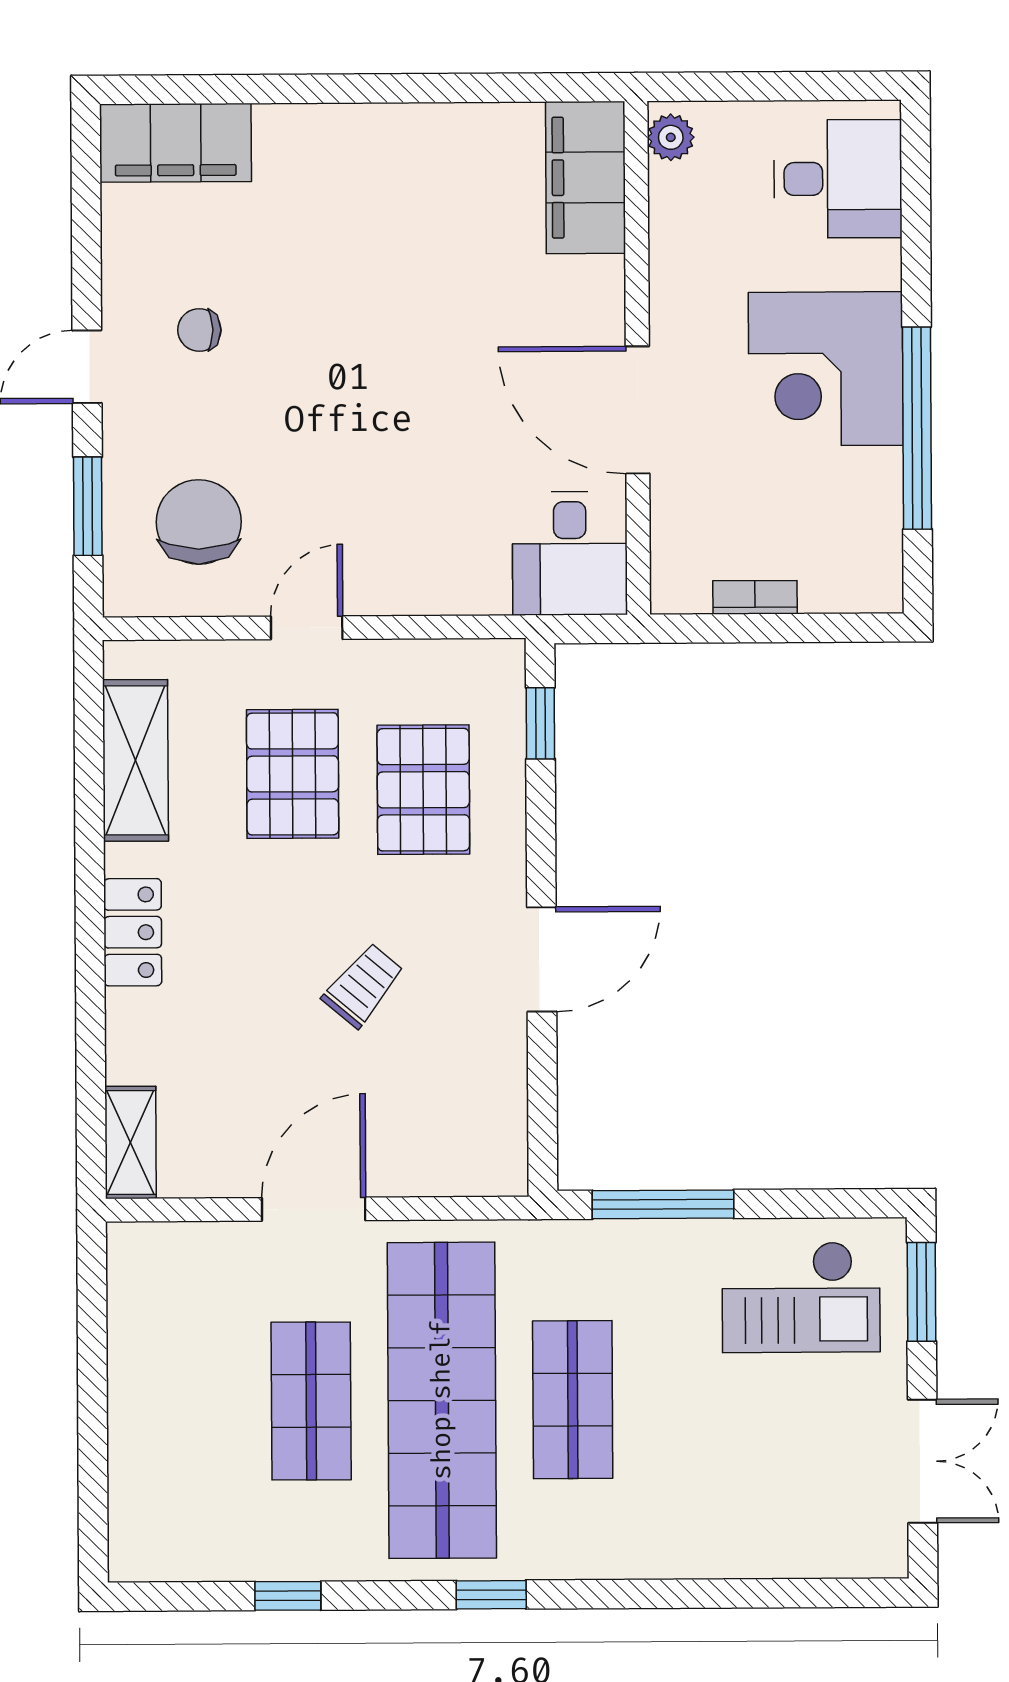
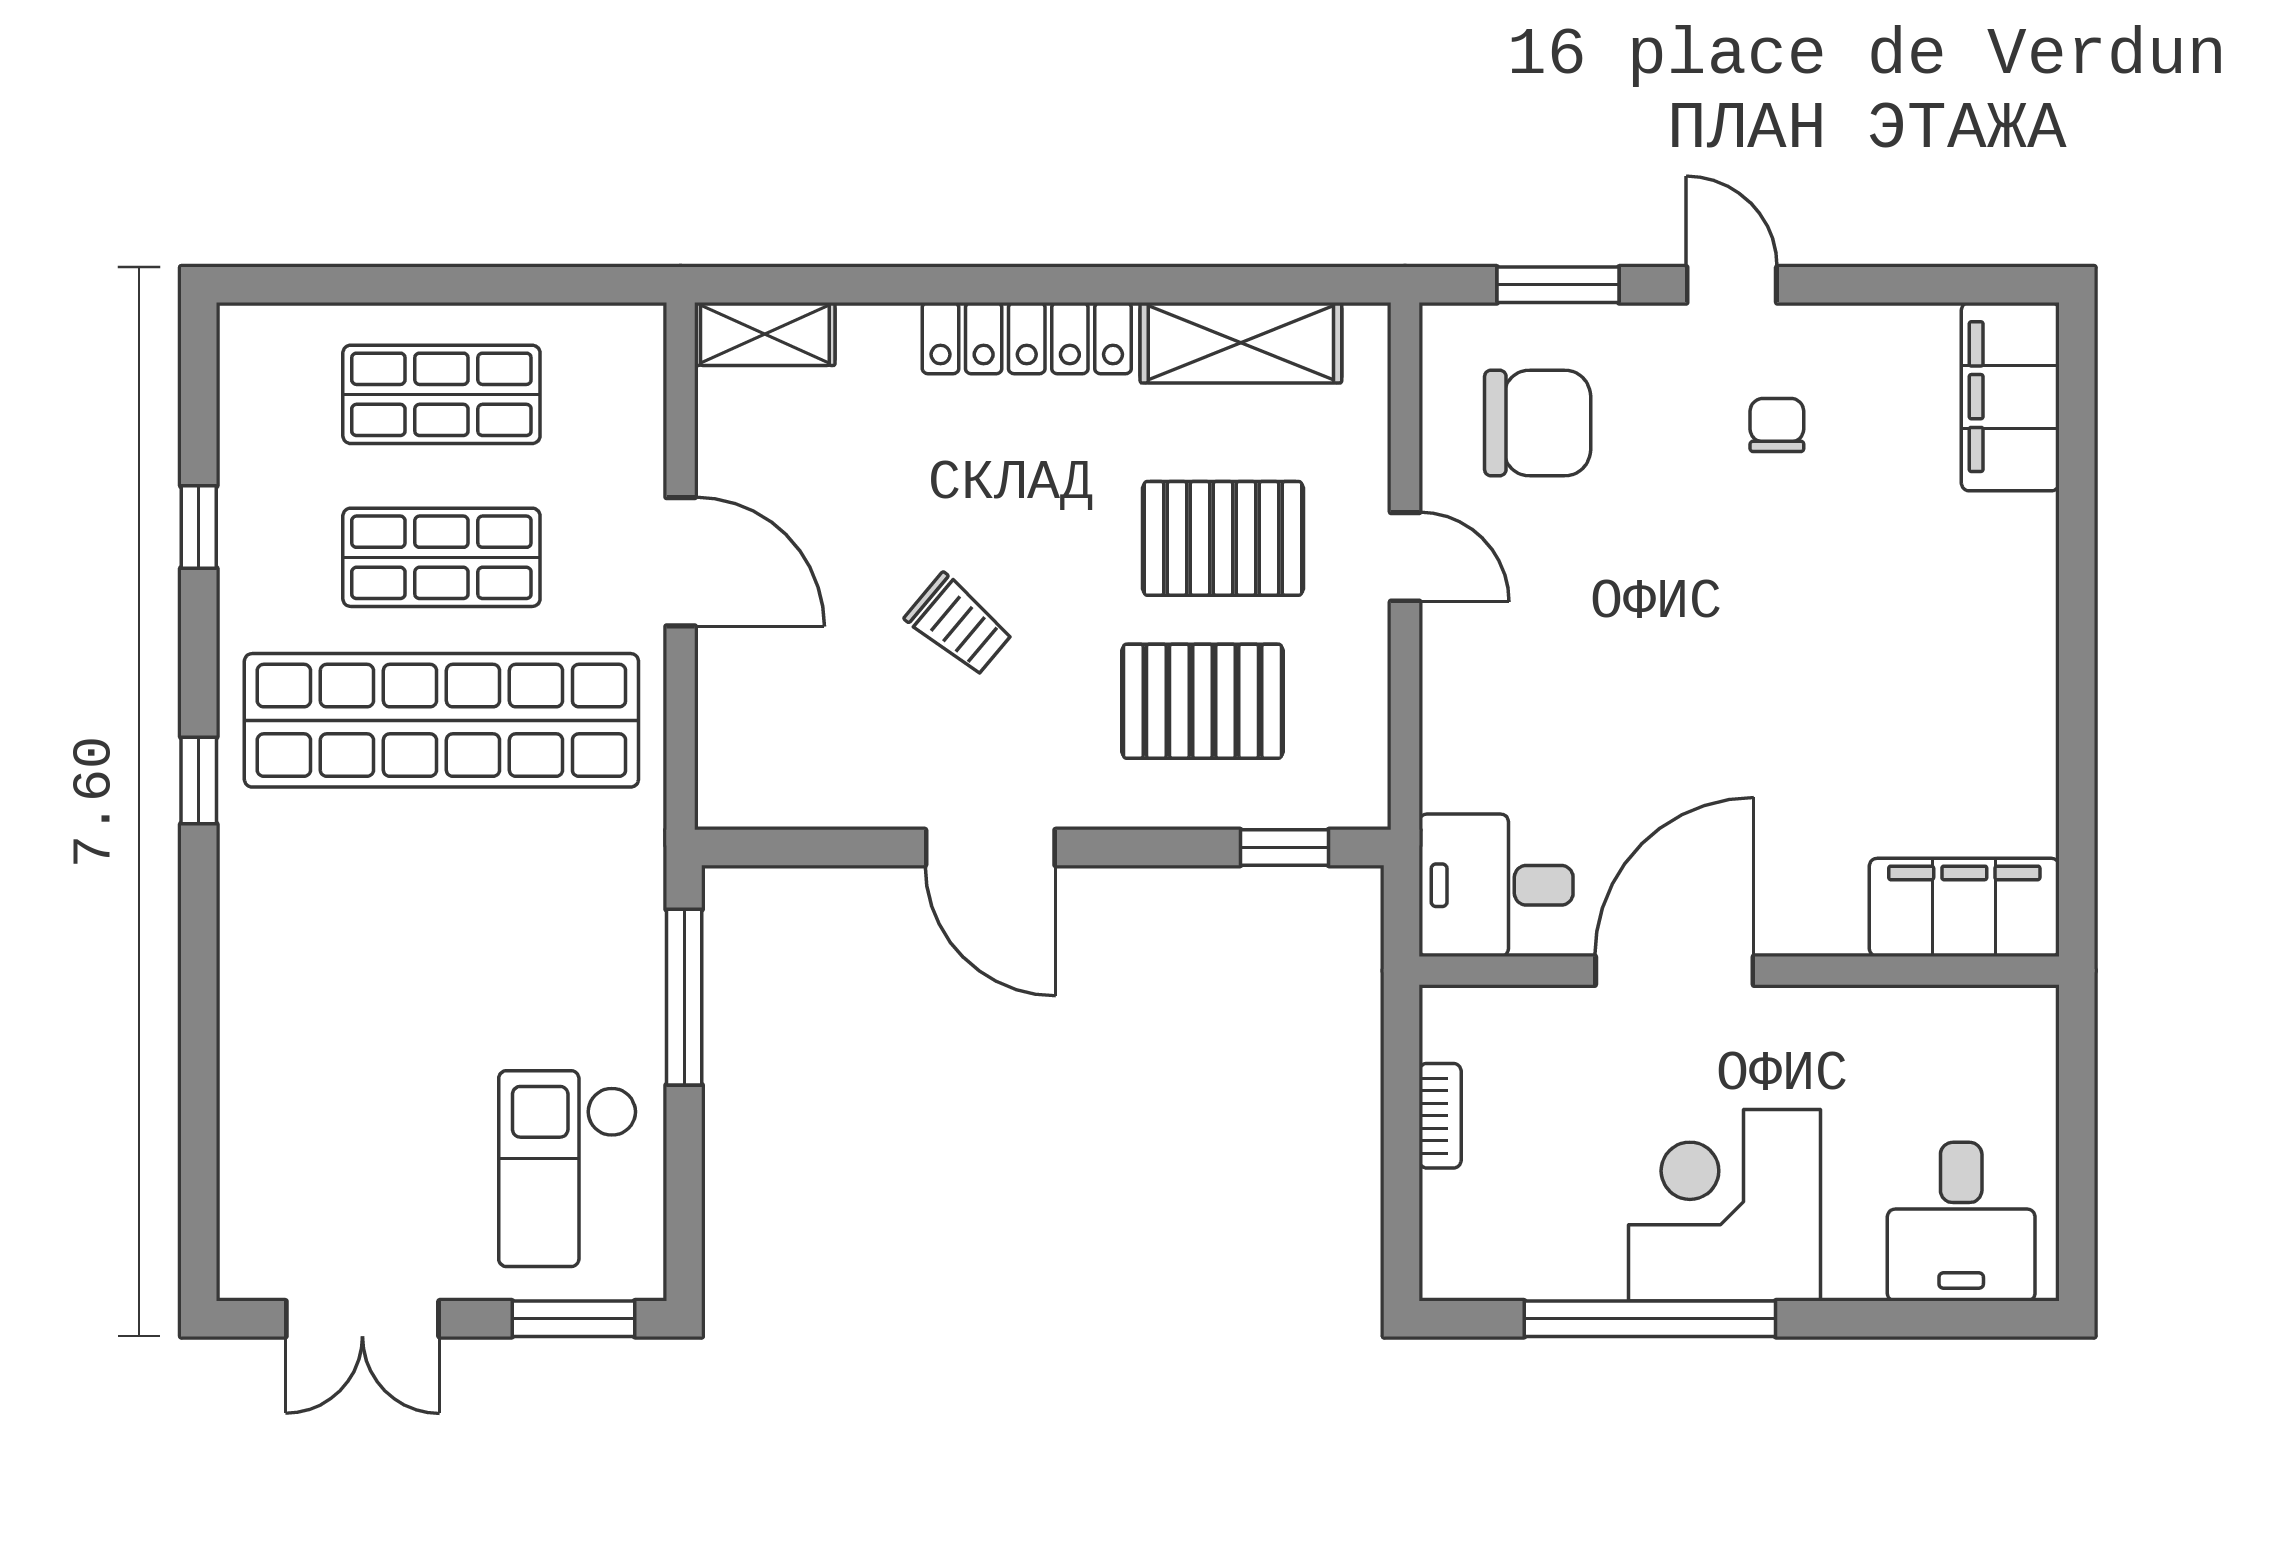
plant: (671, 137) -> (2014, 1014), removed
locker: (133, 932) -> (1027, 338), width x1.53
shop shelf: (573, 1400) -> (441, 394), moved

